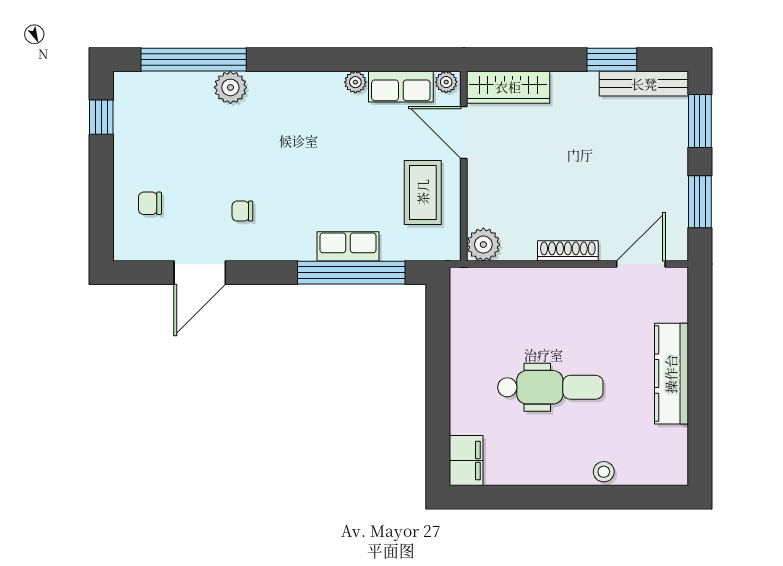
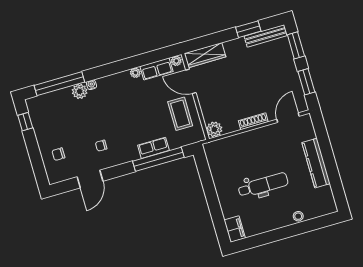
water cooler: (259, 81) -> (91, 85), added

